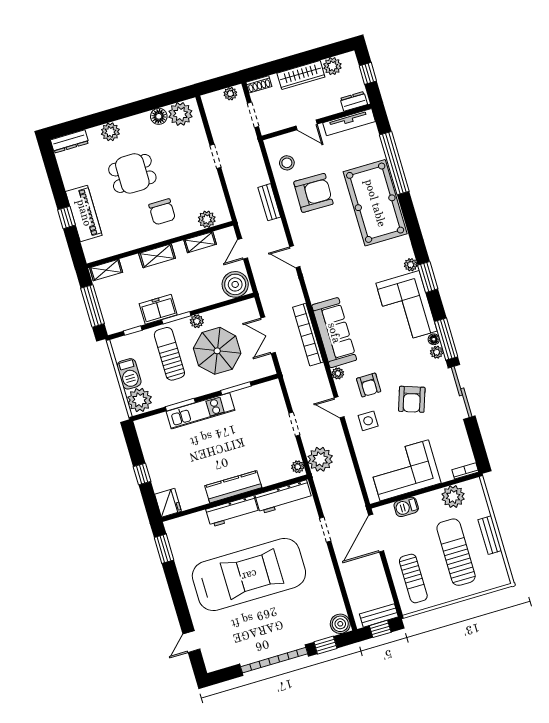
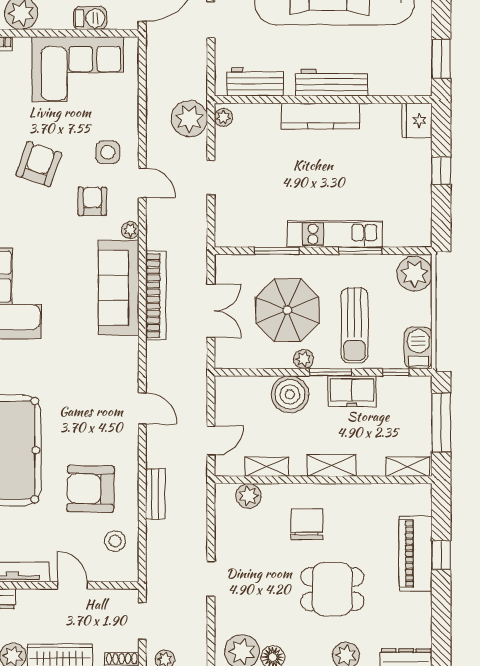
boiler: (235, 284) -> (290, 394), moved
barbecue: (129, 374) -> (418, 348), moved
workbench: (284, 497) -> (255, 82), width x0.73

